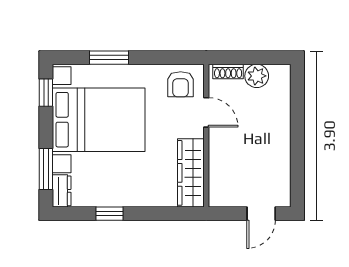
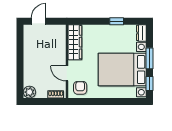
window: (109, 58) -> (117, 101), removed
plant: (257, 76) -> (29, 92), moved
window: (46, 169) -> (149, 58), moved

